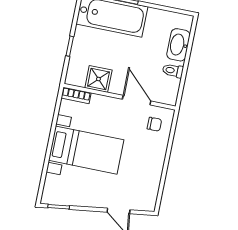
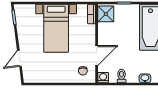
washbasin: (178, 45) -> (145, 78), width x0.52, depth x0.69
shower: (98, 79) -> (106, 14), moved
washing machine: (170, 97) -> (103, 78), added

